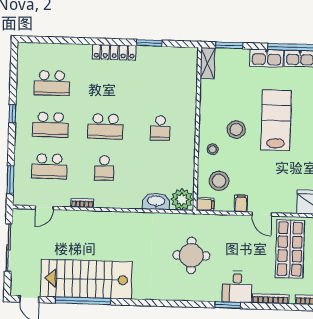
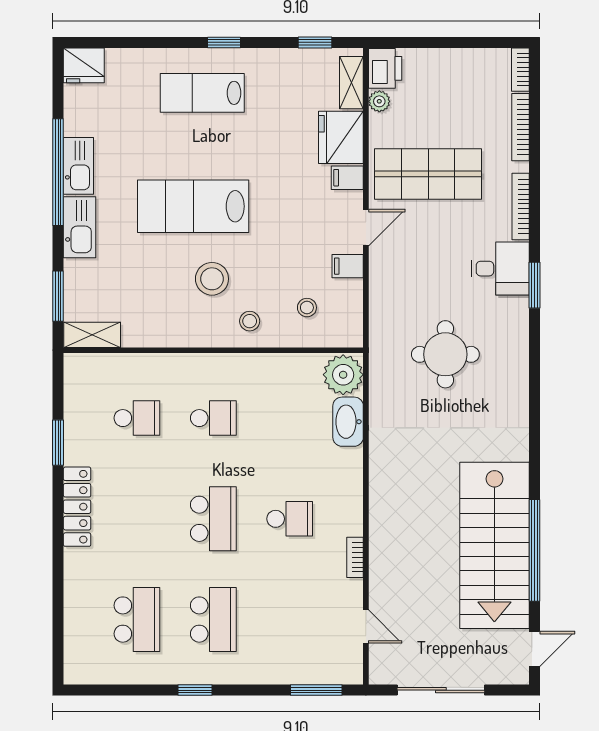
school desk: (49, 166) -> (137, 418), moved, width x0.54
stool: (219, 181) -> (307, 308), width x0.53, depth x0.53
filing cabinet: (205, 205) -> (347, 178), moved, turned -90

